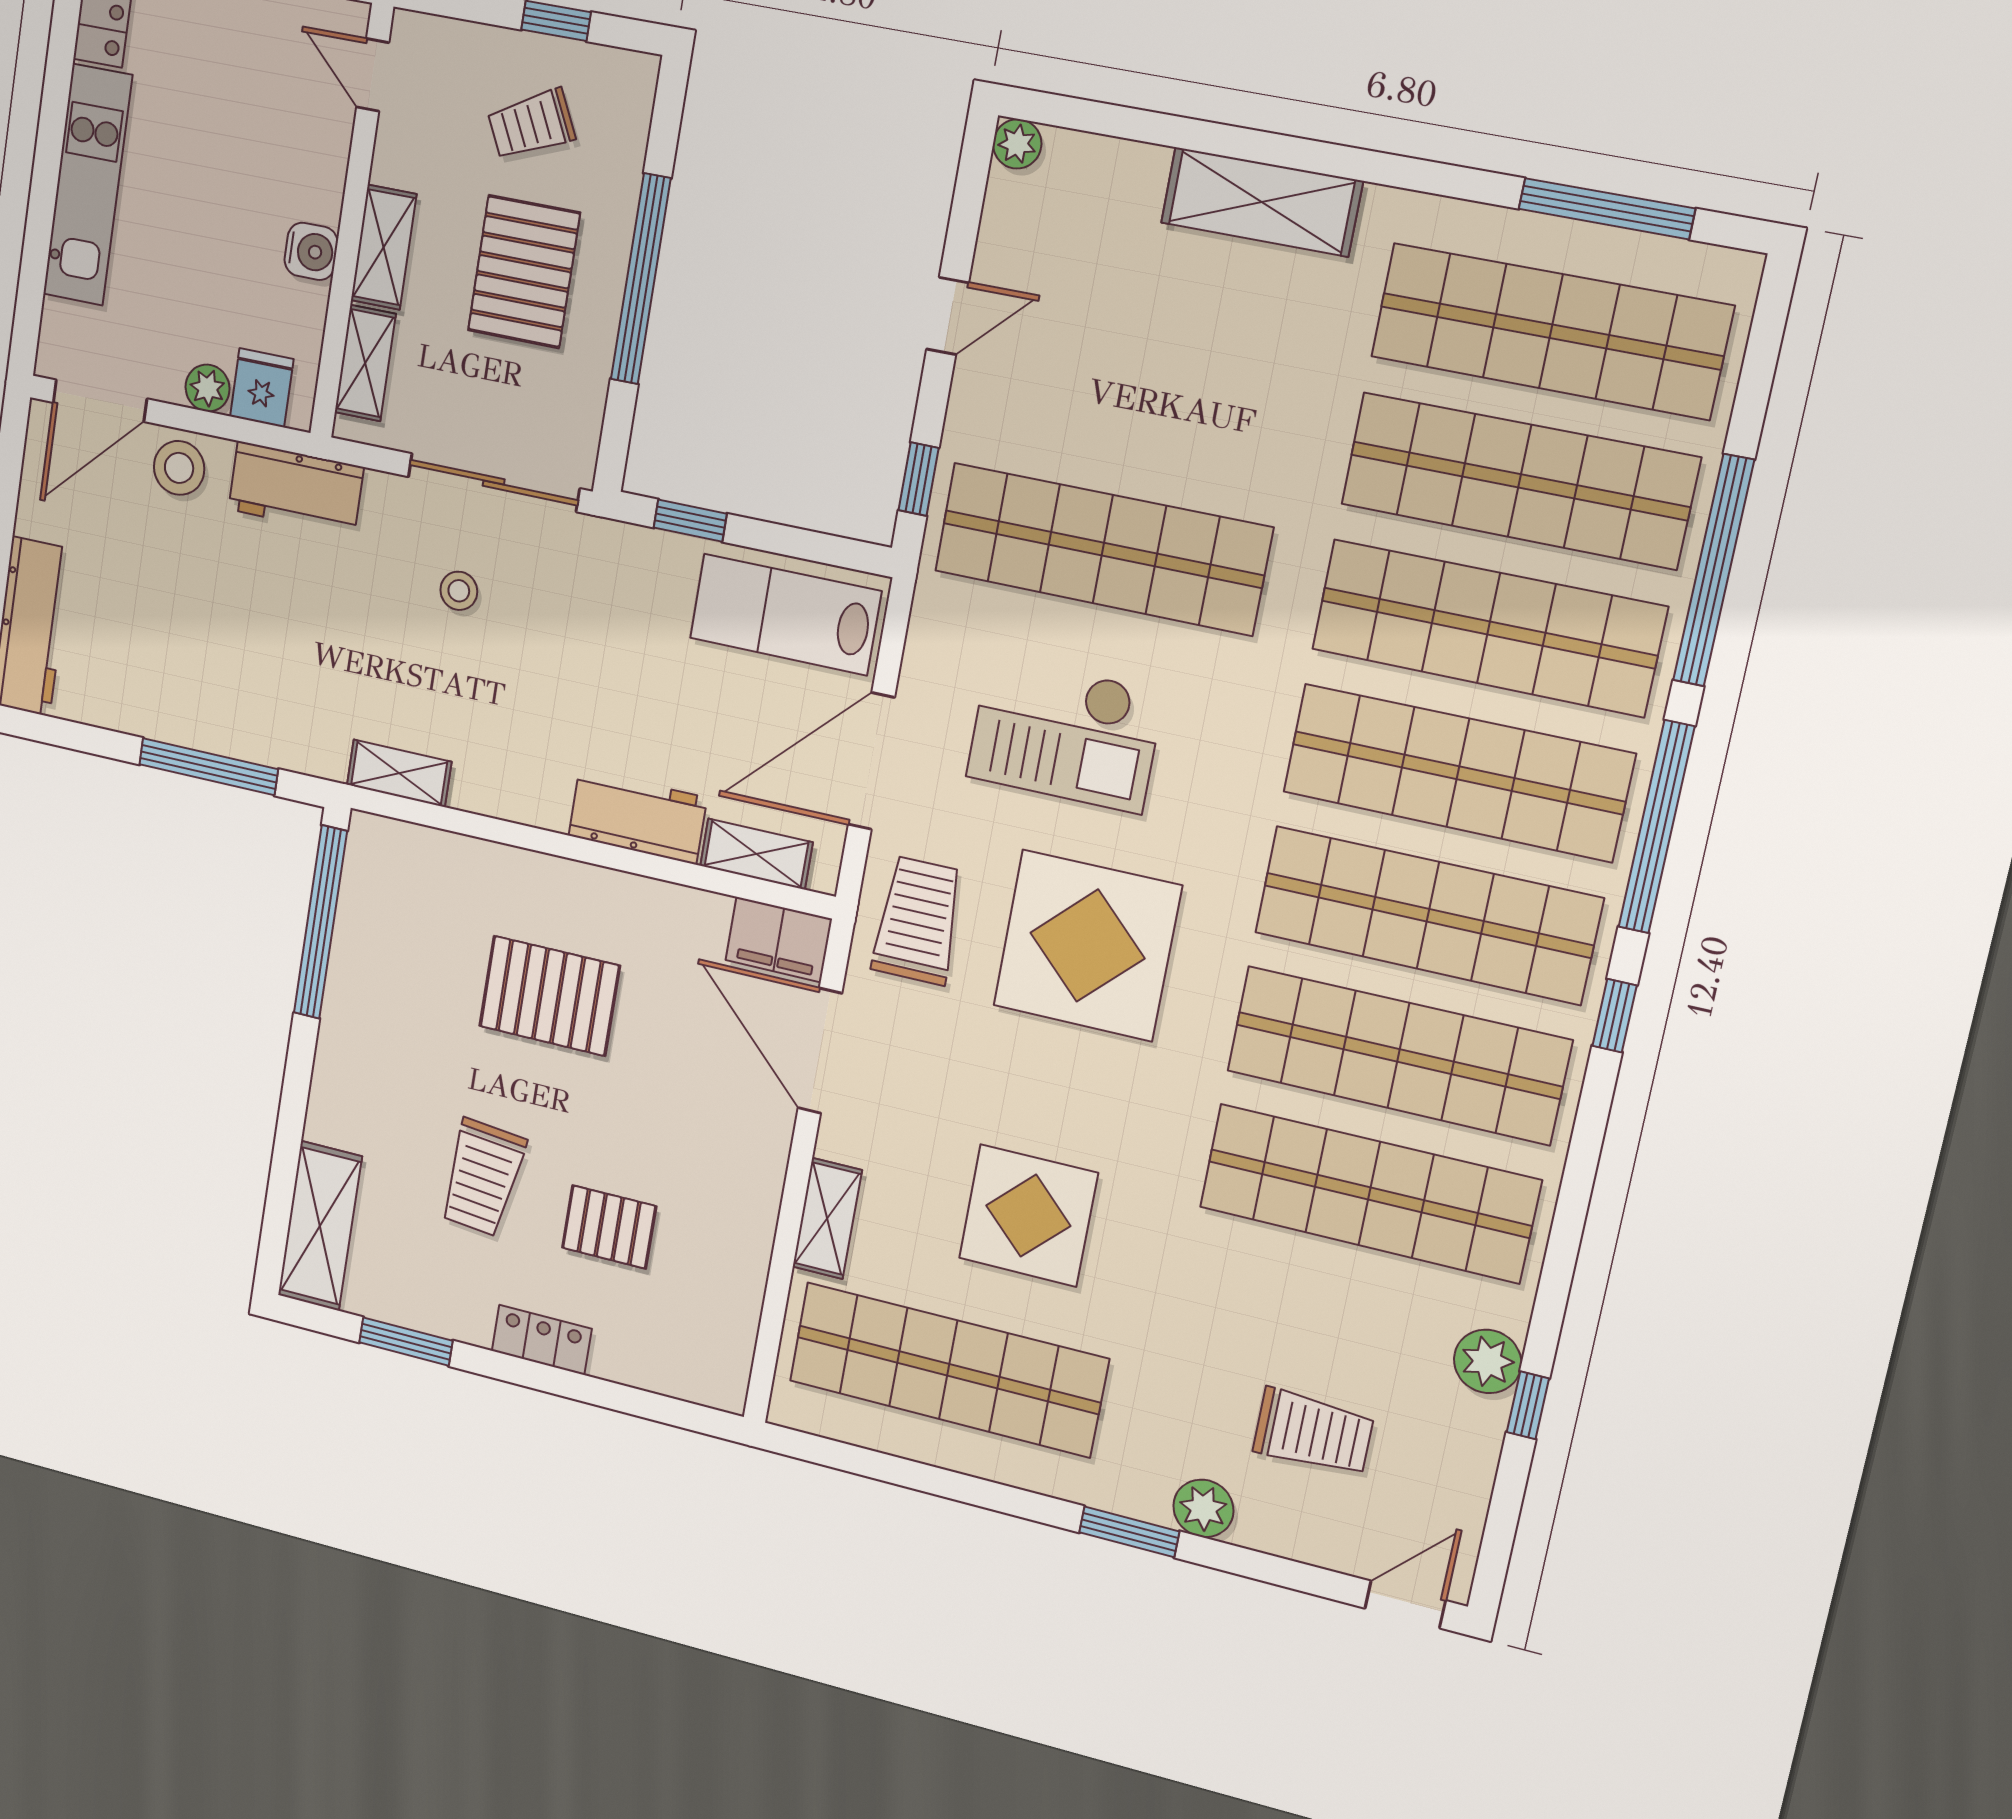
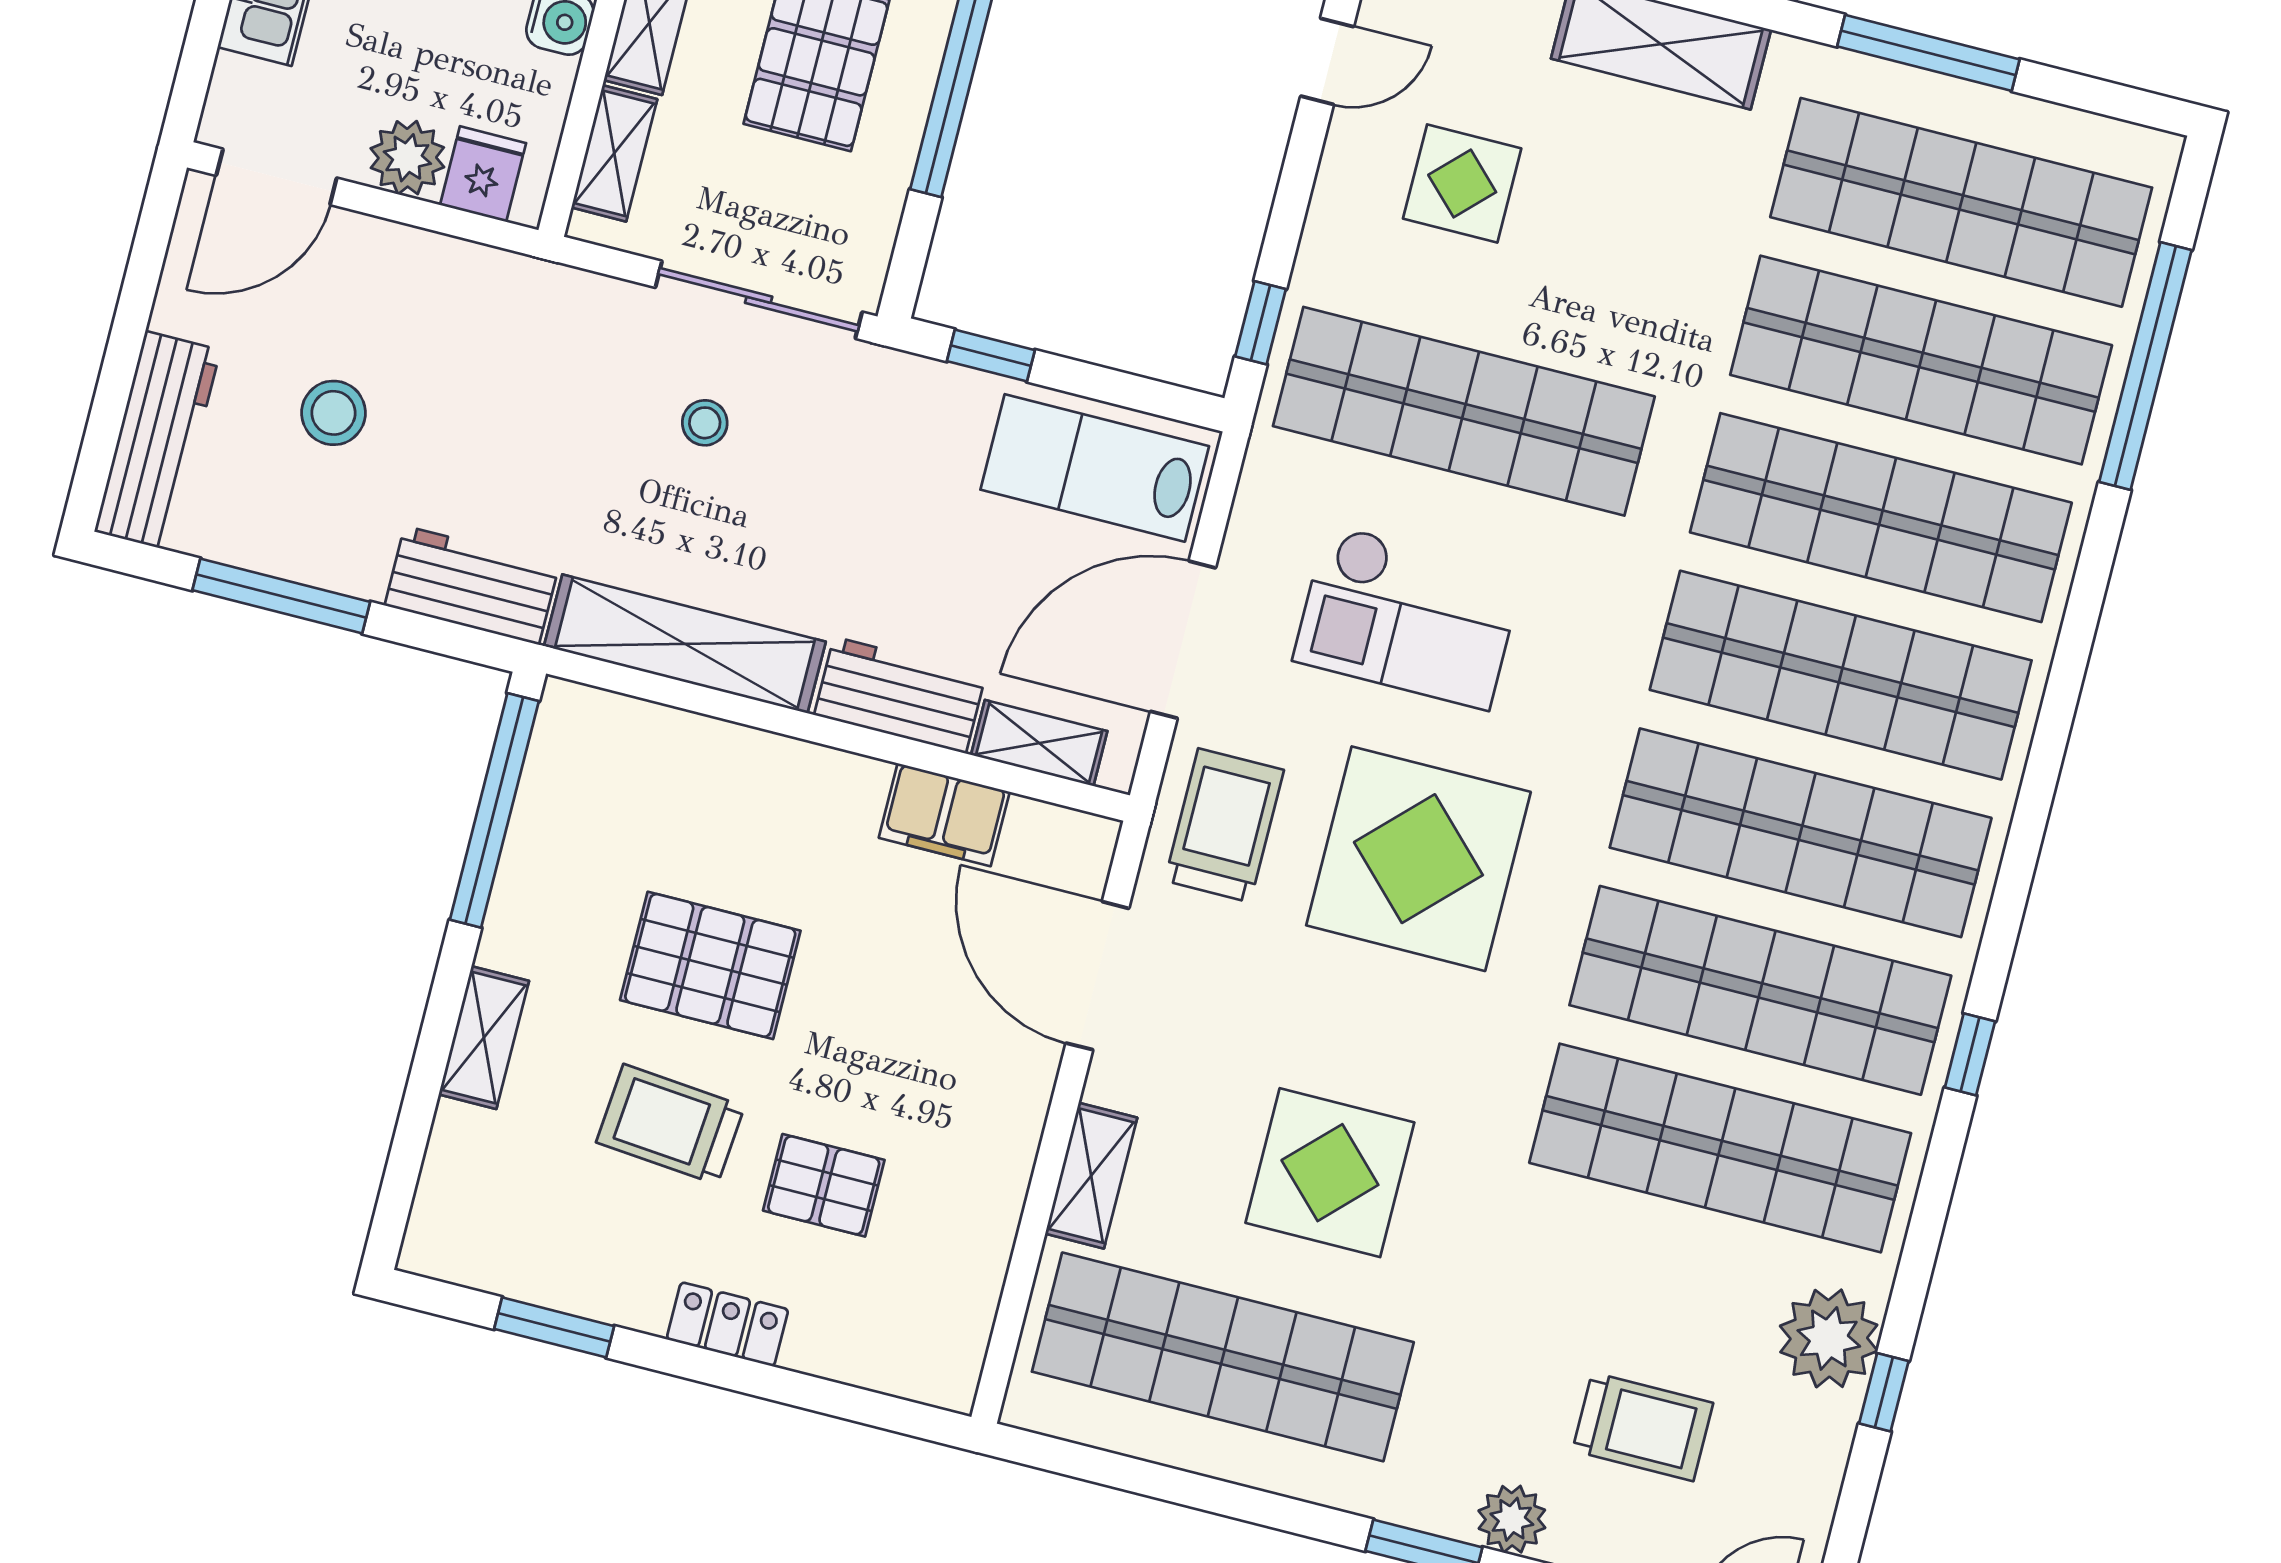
window: (1607, 209) -> (1928, 53), moved
door: (948, 316) -> (1327, 61), moved
display table: (1088, 343) -> (1462, 184), added
plant: (208, 388) -> (407, 158), width x1.38, depth x1.38
stool: (179, 468) -> (334, 413), moved
workbench: (296, 488) -> (472, 585), moved, turned 180
window: (1714, 570) -> (2145, 366), moved
window: (209, 767) -> (281, 596), moved
shelving: (399, 773) -> (685, 644), width x2.20, depth x1.33
window: (1656, 827) -> (2050, 742), removed
filing cabinet: (779, 940) -> (944, 815), moved
pallet: (549, 996) -> (710, 965), moved
window: (1615, 1016) -> (1970, 1054), moved
trolley: (482, 1178) -> (670, 1124), turned 89
shelving: (320, 1226) -> (484, 1038), moved, width x0.67, depth x0.75
plant: (1488, 1361) -> (1829, 1338), width x1.36, depth x1.36

